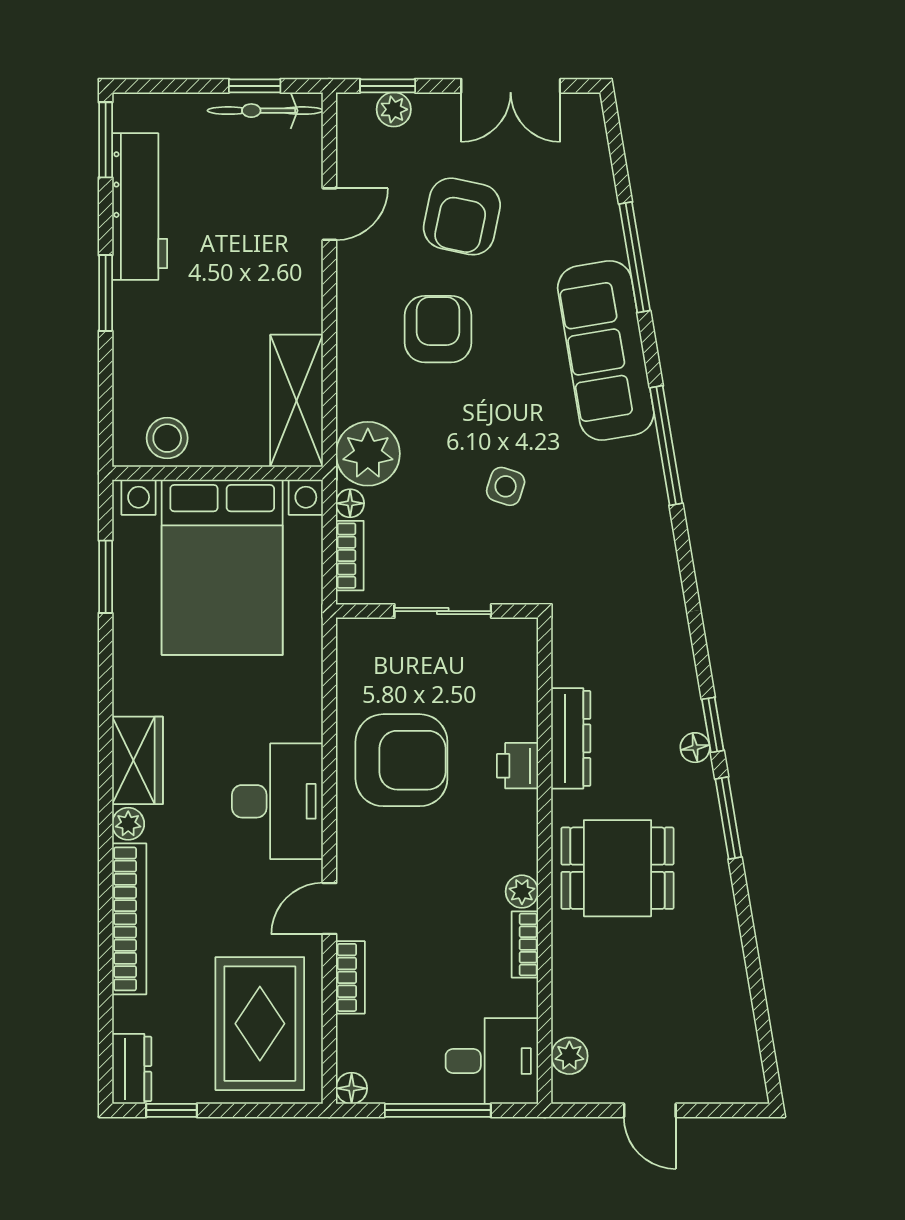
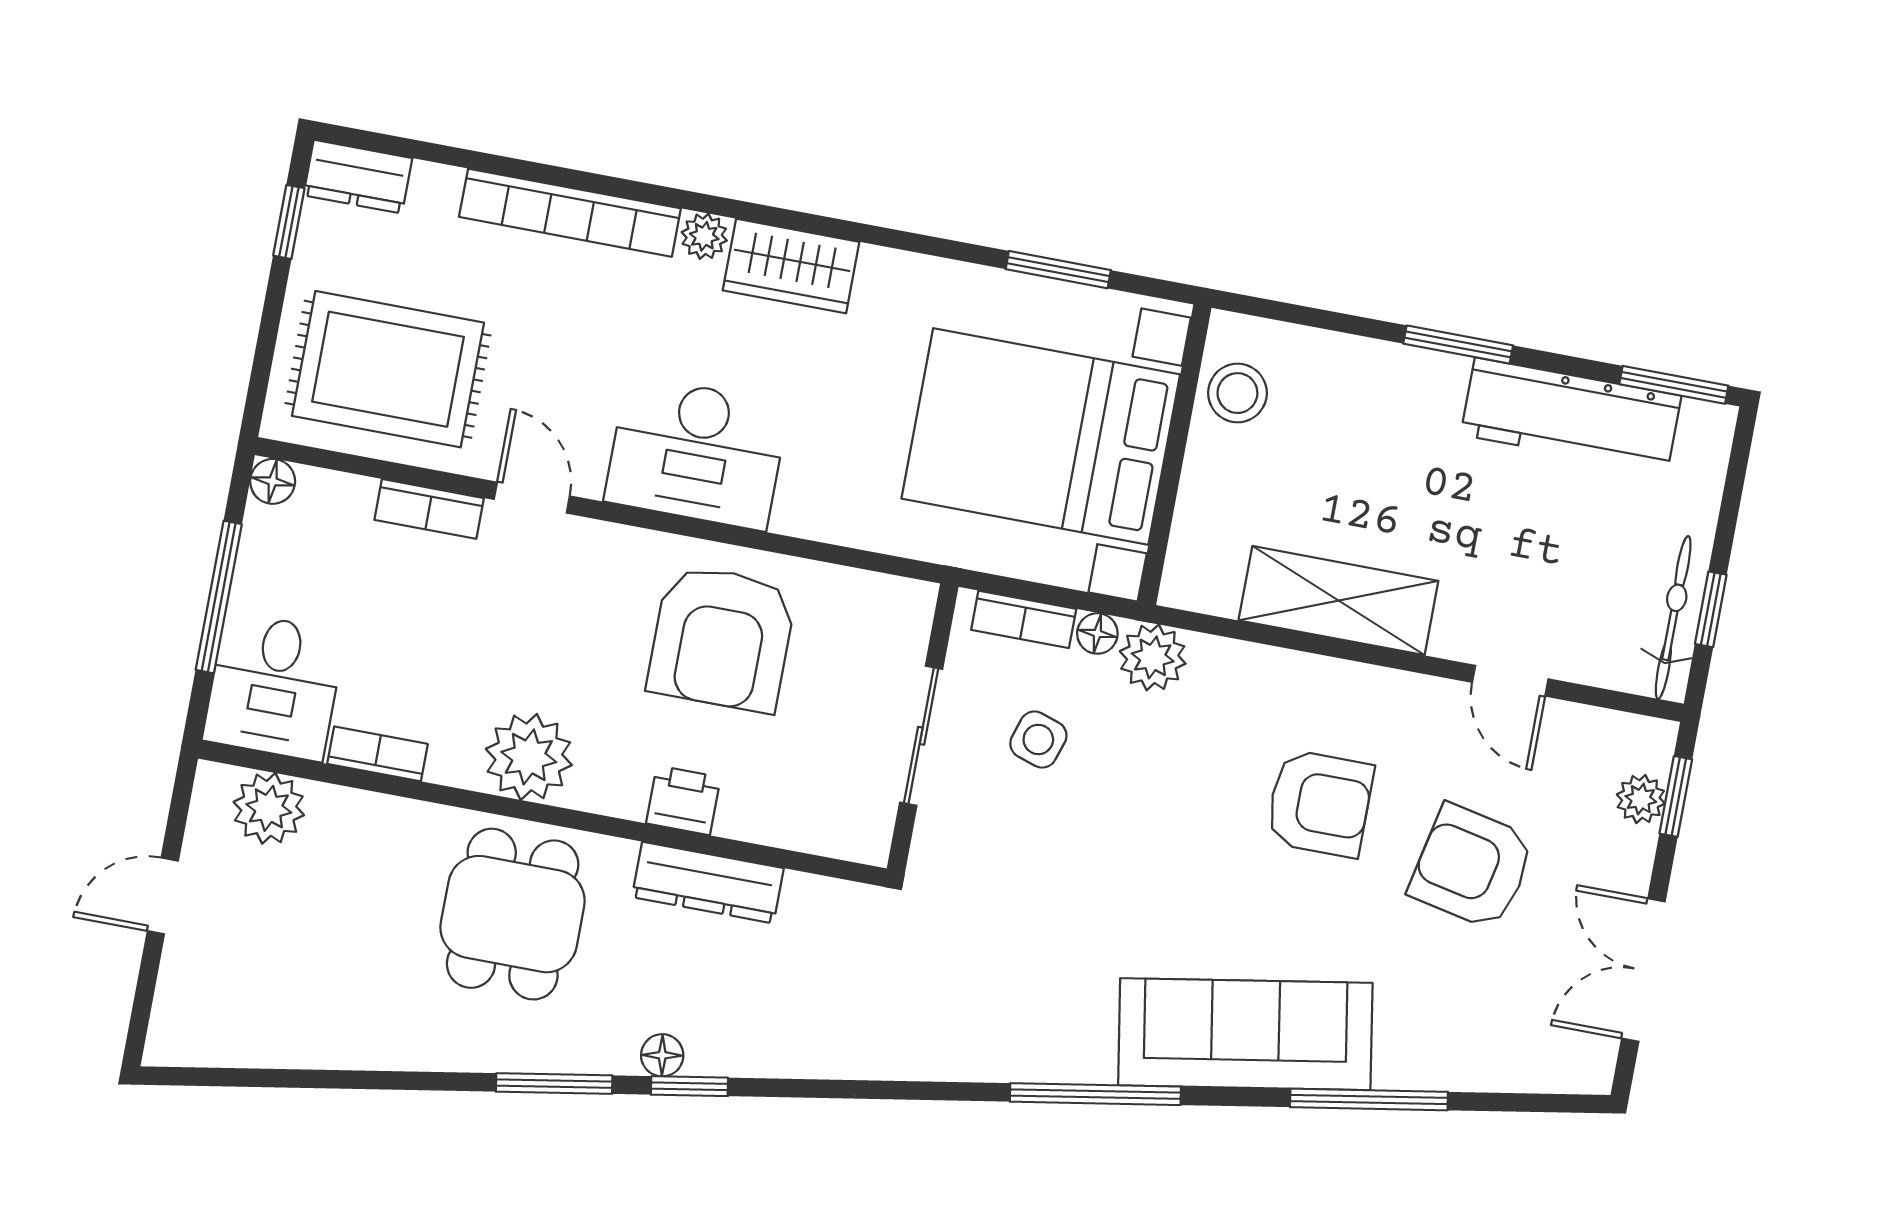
shelving: (297, 401) -> (1338, 601), moved
plant: (368, 454) -> (1153, 657), width x0.73, depth x0.73
side table: (506, 486) -> (1038, 739), moved
plant: (522, 892) -> (529, 757), width x1.88, depth x1.88
bookcase: (525, 945) -> (377, 754), moved
plant: (569, 1056) -> (269, 808), width x1.38, depth x1.38

